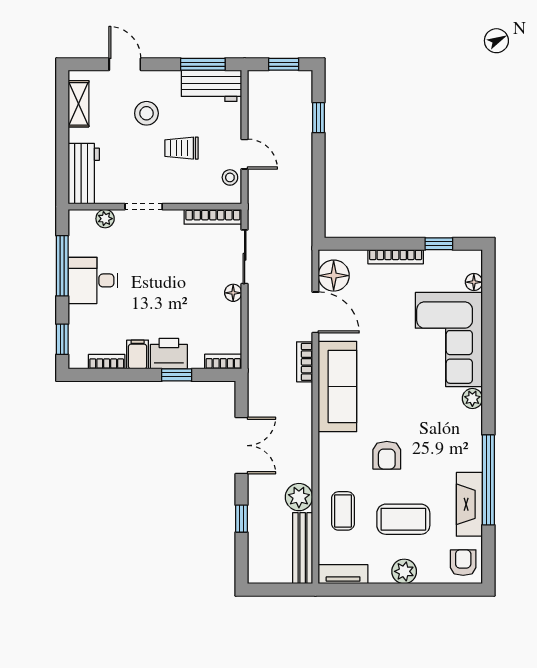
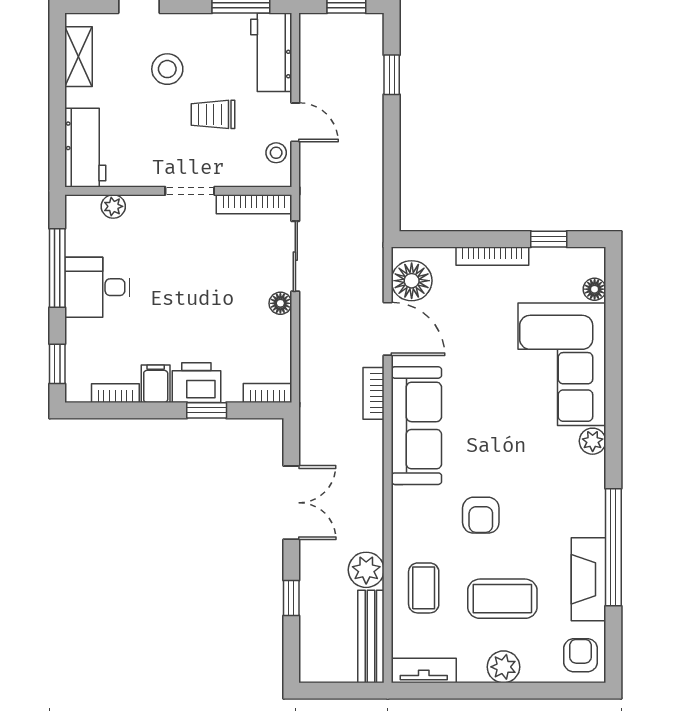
workbench: (212, 86) -> (271, 52), moved, turned 90
doorway: (144, 207) -> (190, 191), moved

